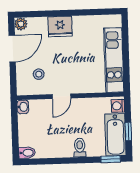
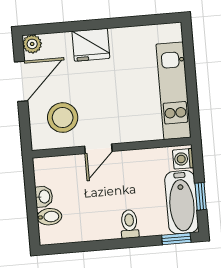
stool: (39, 74) -> (63, 118), width x1.89, depth x1.89
washbasin: (23, 107) -> (44, 197), moved
bidet: (27, 153) -> (49, 217), moved

